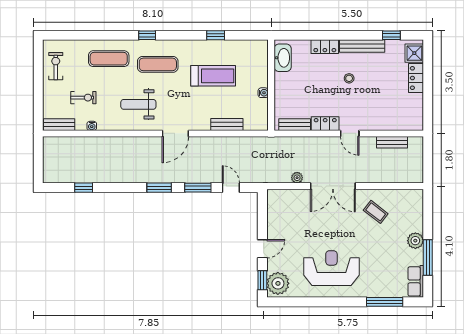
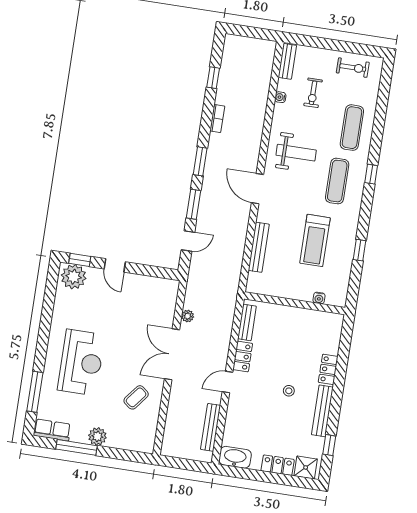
washbasin: (283, 58) -> (235, 457), moved, turned 180
water cooler: (263, 93) -> (319, 298), moved
weight bench: (138, 104) -> (296, 153), turned 90
bench: (227, 124) -> (259, 247), width x1.36
bench: (392, 142) -> (211, 427), width x1.36
bookcase: (119, 178) -> (217, 118), added
reception desk: (331, 268) -> (81, 362), moved

